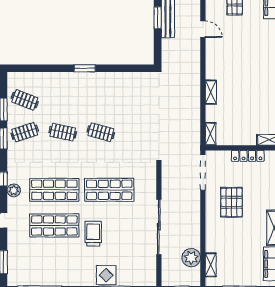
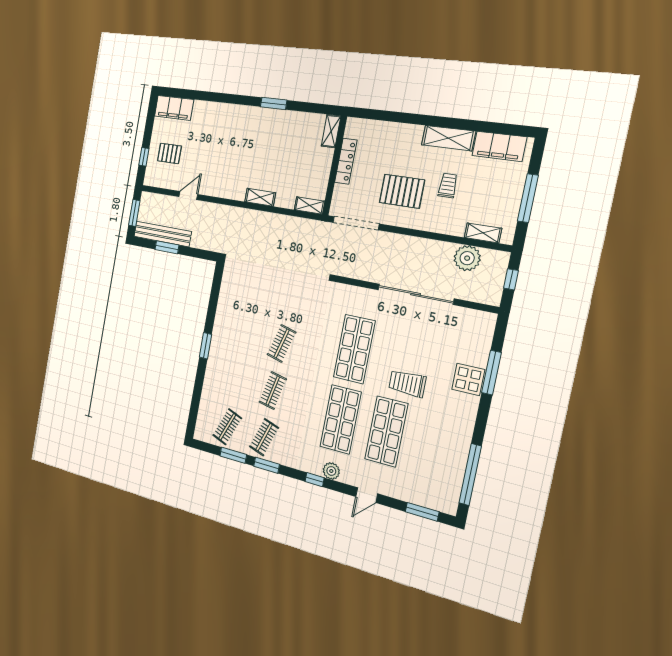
clothes rail: (25, 132) -> (264, 437), turned 36
trolley: (240, 234) -> (448, 186), added

